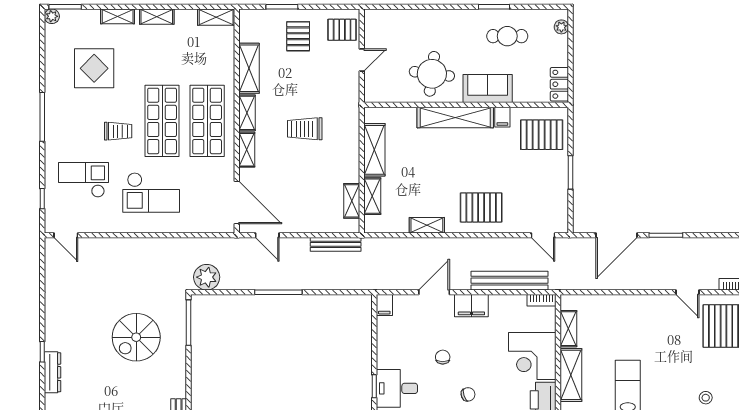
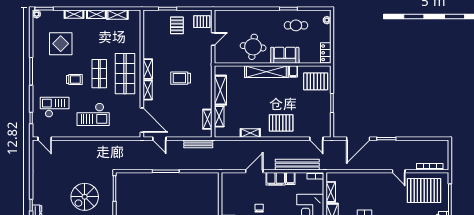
shelving: (216, 17) -> (117, 15), moved
shelving: (249, 68) -> (149, 44), removed
shop shelf: (162, 121) -> (99, 74), width x0.70, depth x0.74
plant: (207, 277) -> (125, 163), removed
filing cabinet: (384, 305) -> (290, 179), moved

